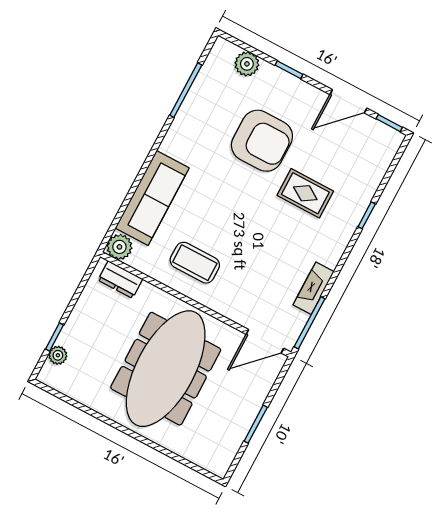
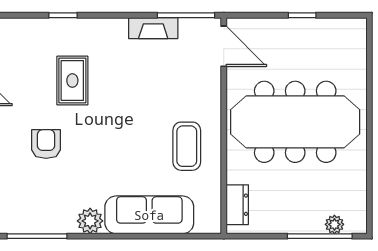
armchair: (262, 141) -> (46, 144), width x0.53, depth x0.53
plant: (119, 247) -> (90, 221), moved
window: (55, 337) -> (320, 236), width x2.17
window: (256, 424) -> (302, 15), width x0.67

